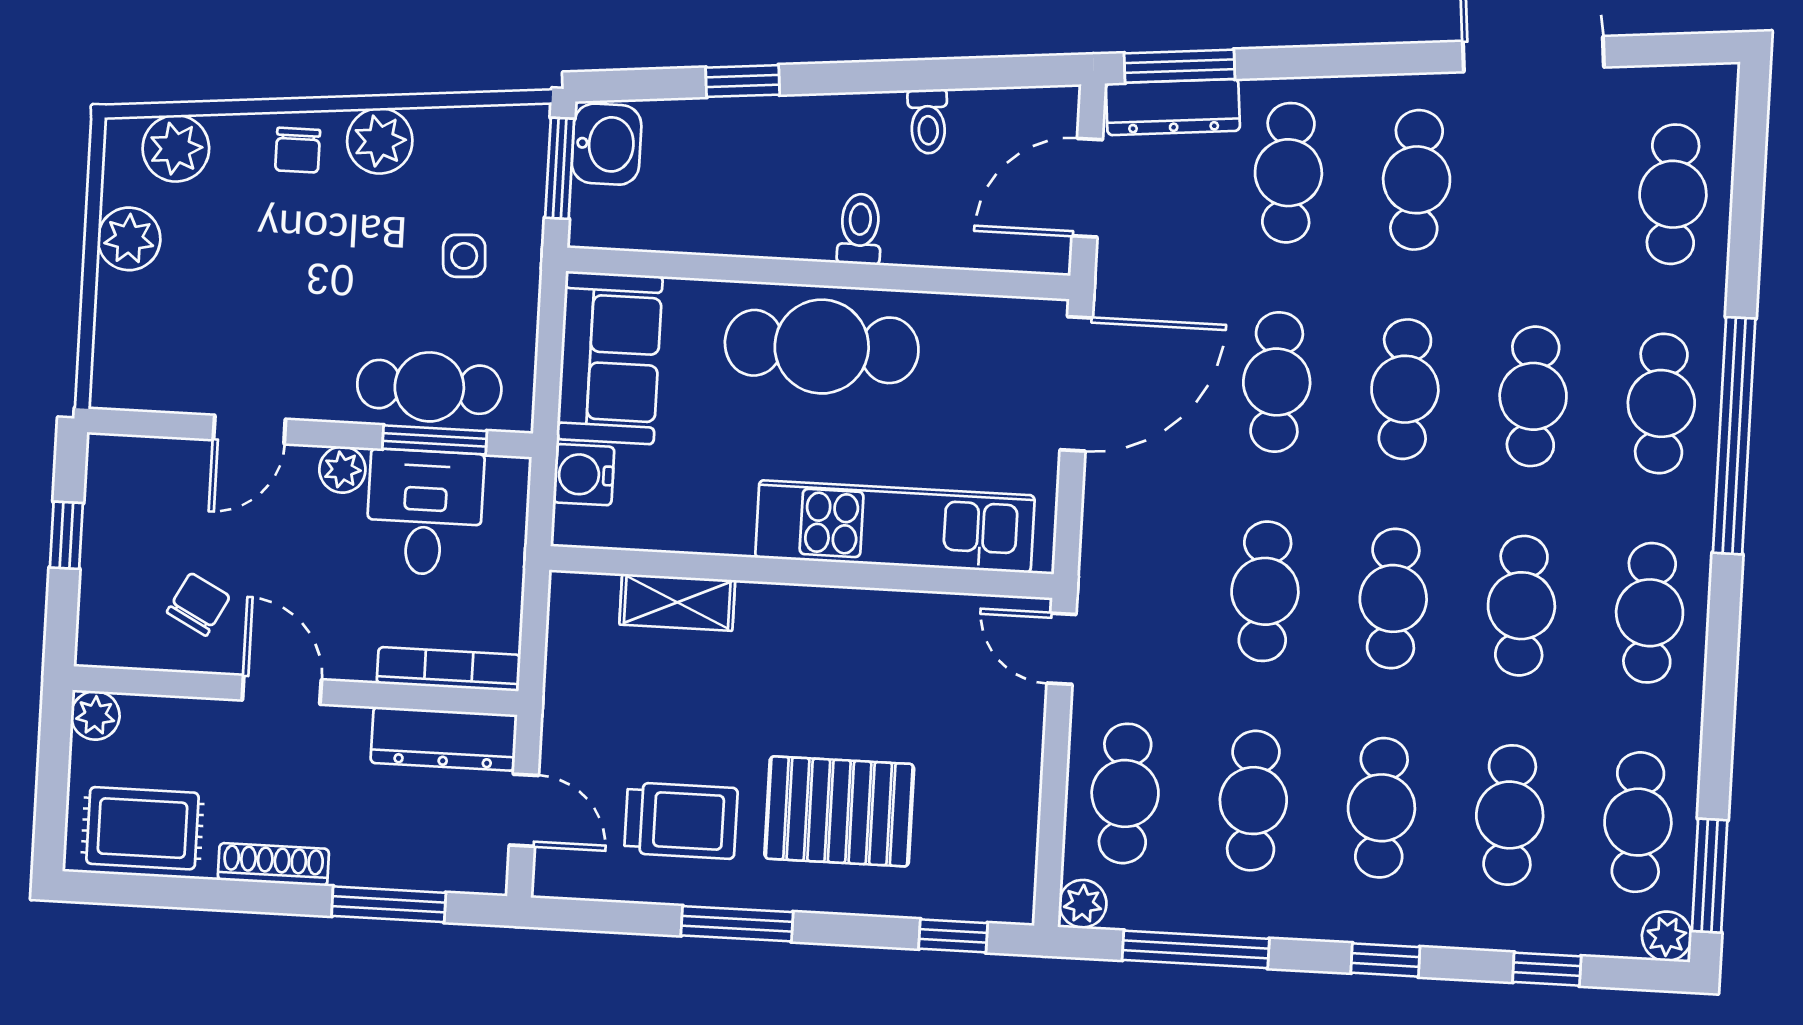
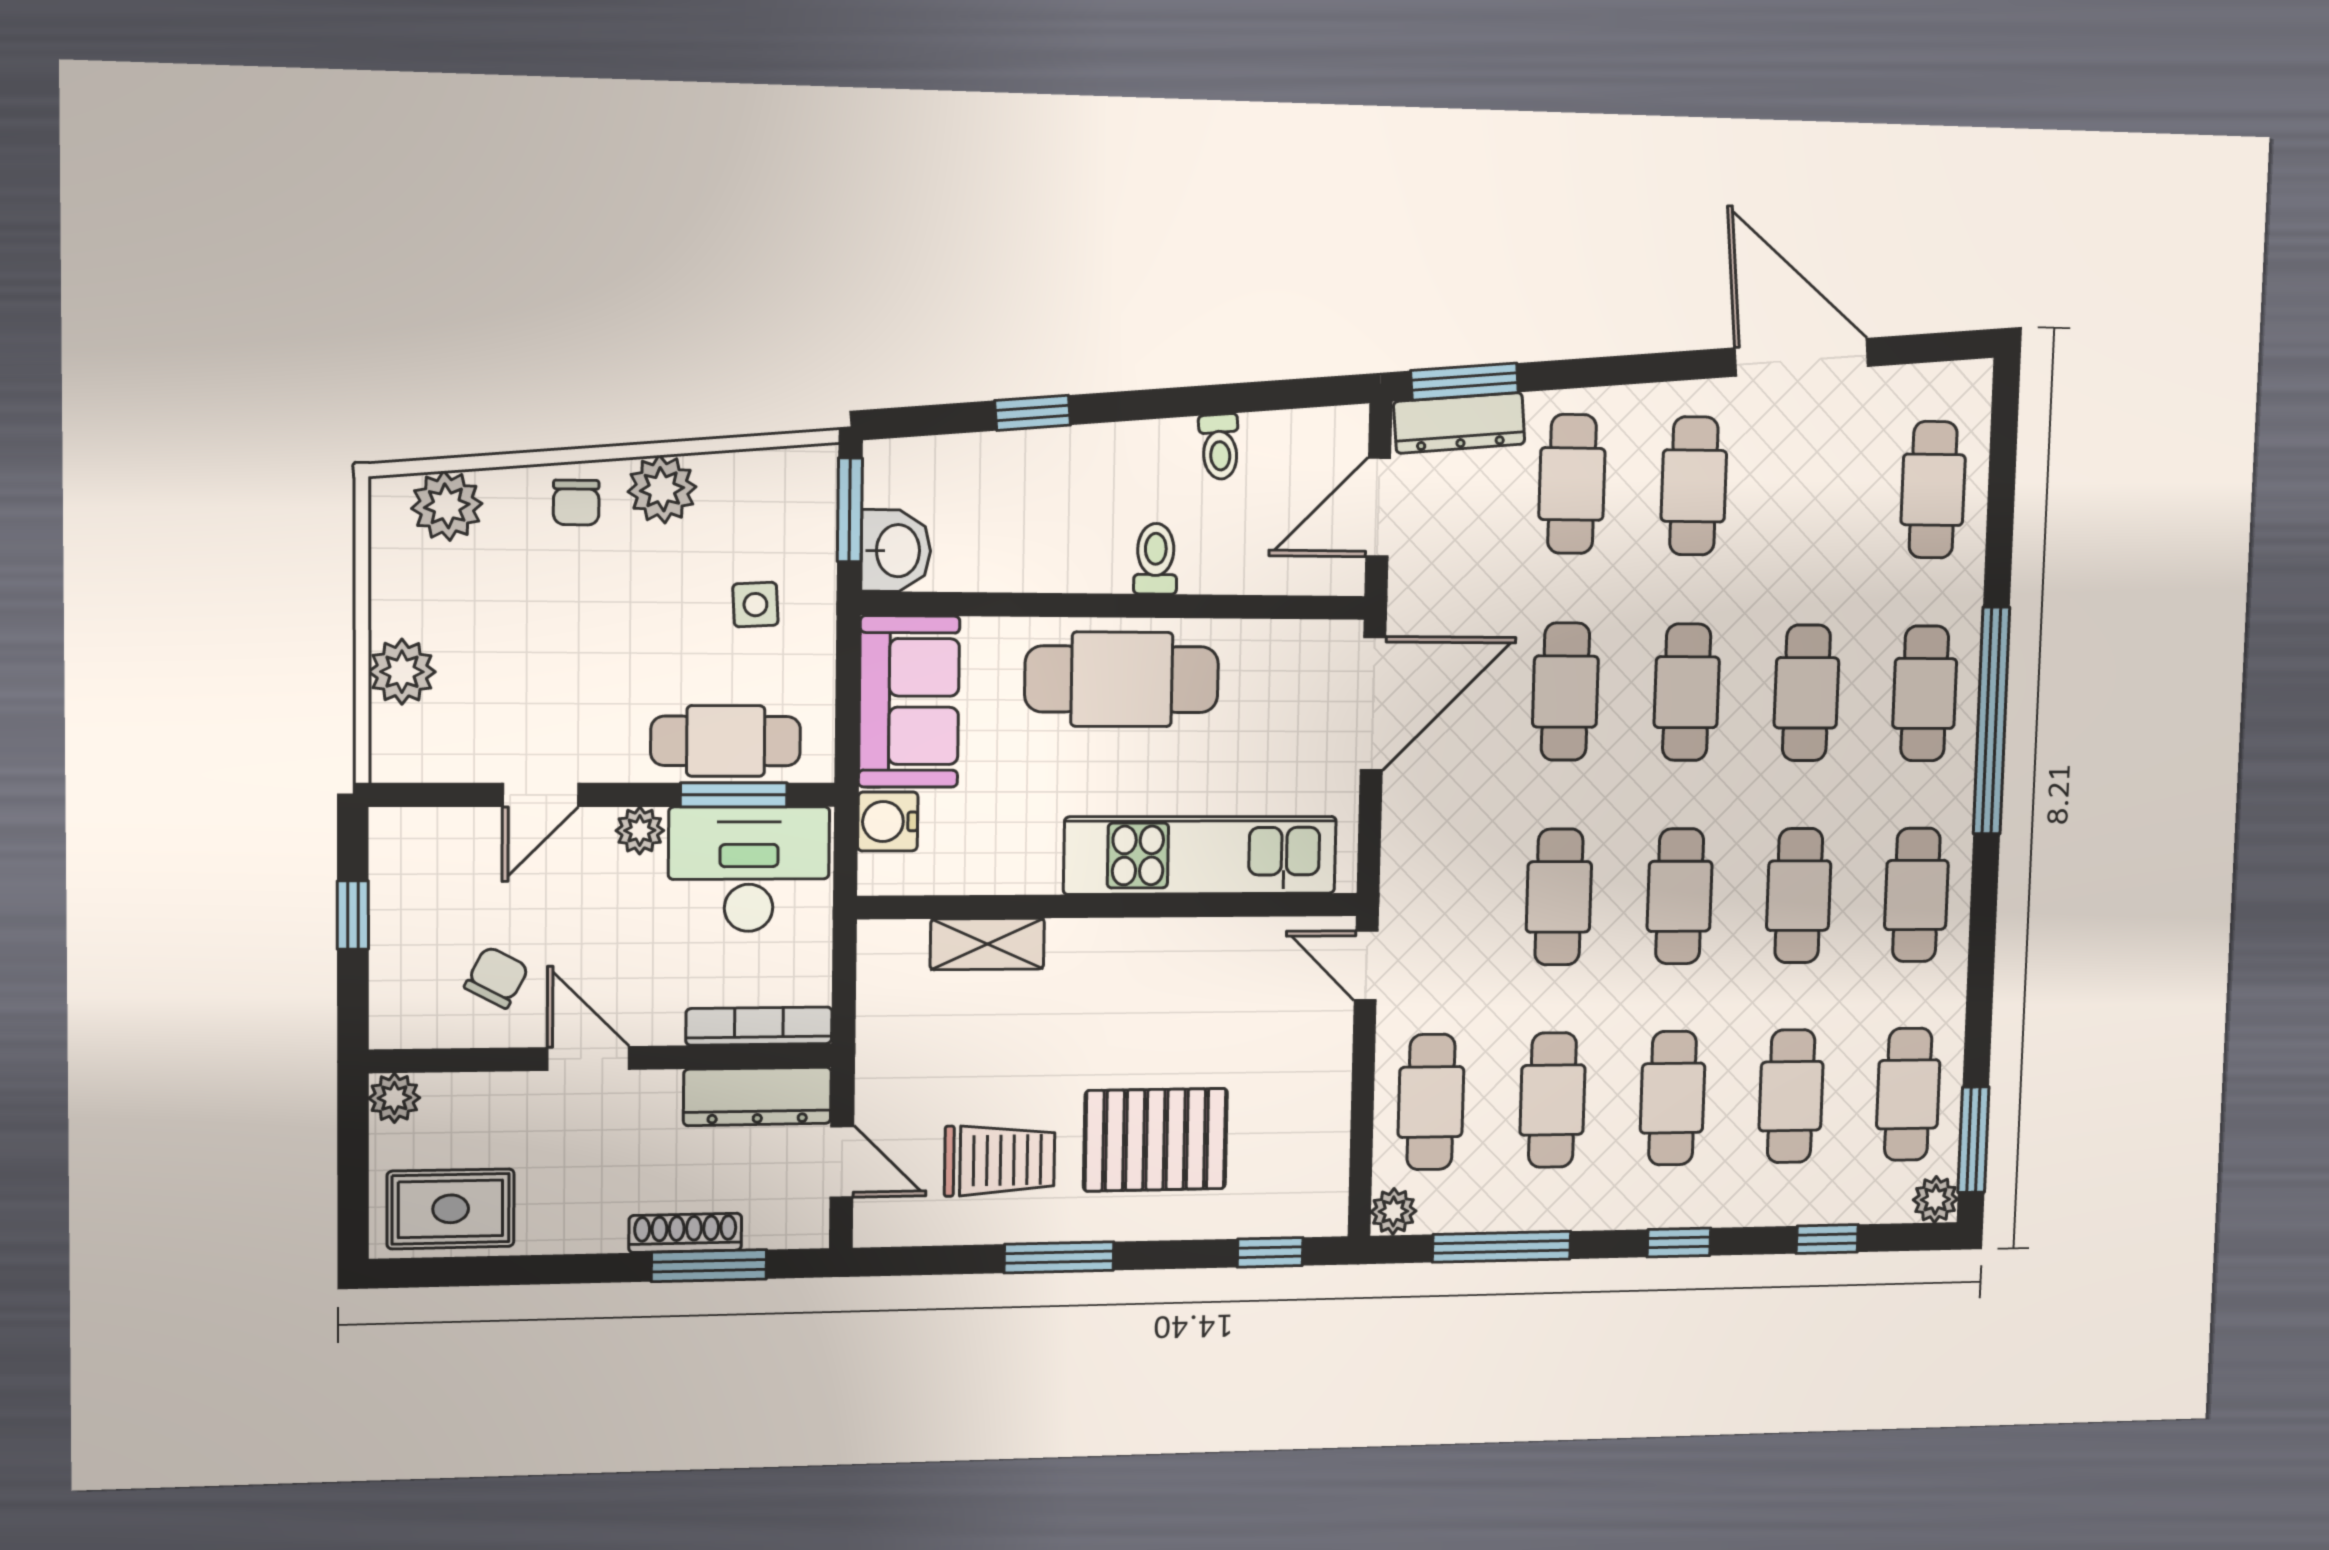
washbasin: (607, 144) -> (896, 551), moved
plant: (129, 239) -> (402, 672), moved
desk: (425, 512) -> (749, 869), width x1.37
shoe rack: (273, 864) -> (685, 1233), moved

